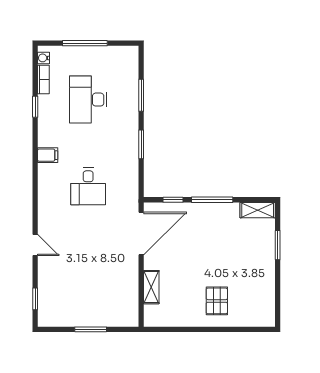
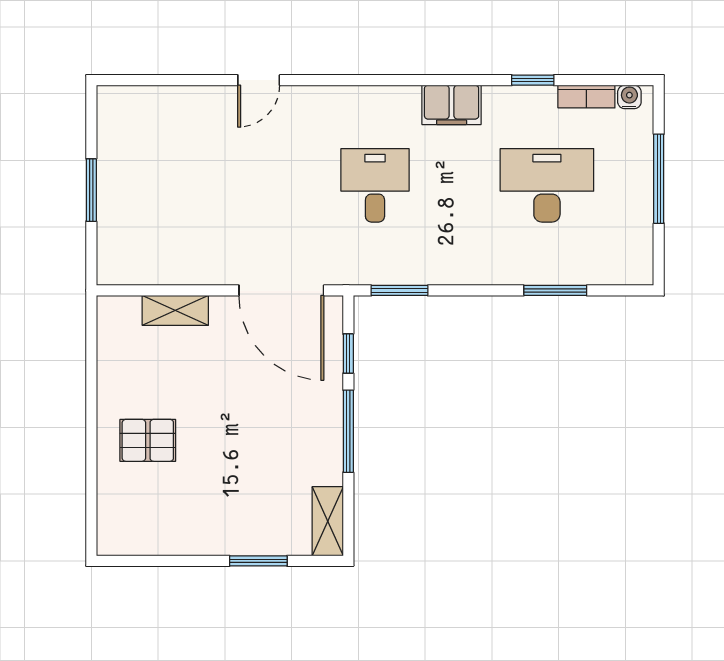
window: (141, 144) -> (400, 290), moved
filing cabinet: (48, 155) -> (452, 105), width x2.00
desk: (88, 186) -> (375, 185), turned 90
window: (35, 299) -> (152, 80), removed

